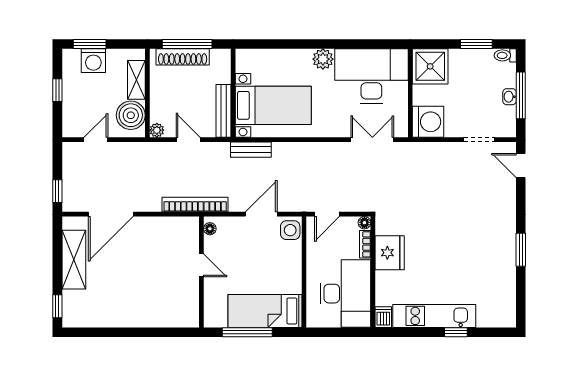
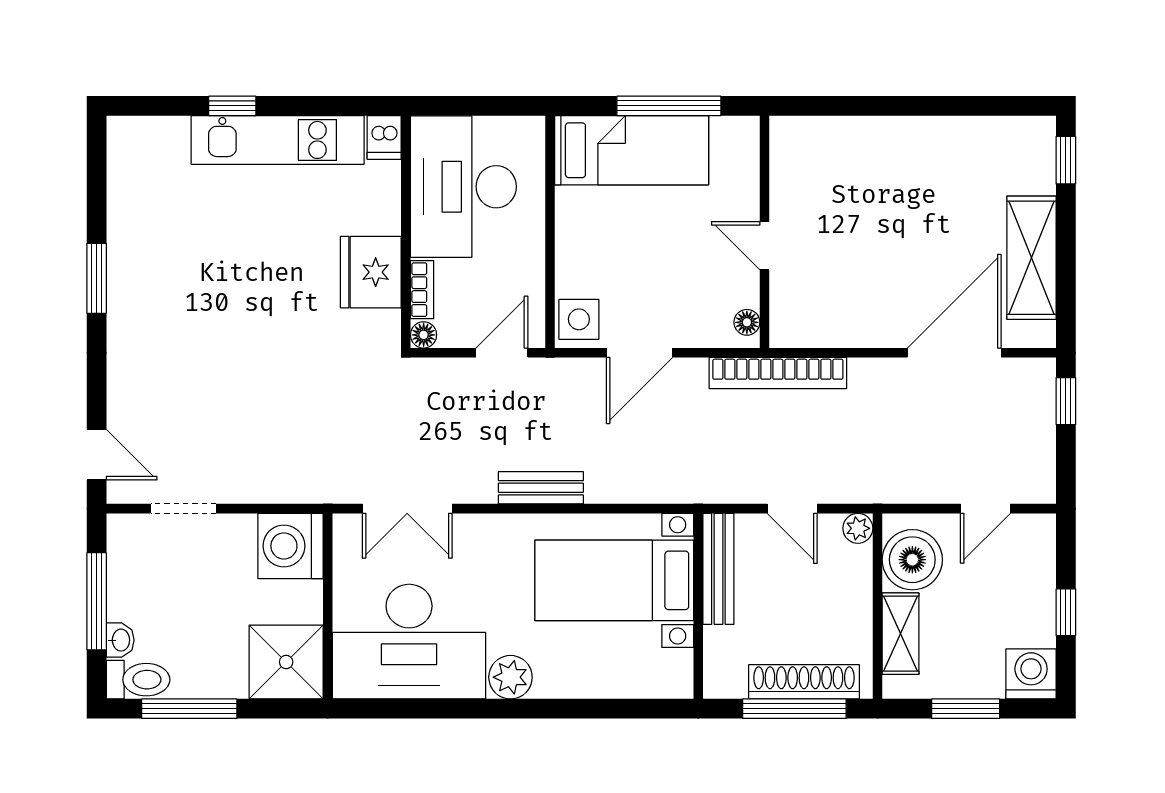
window: (90, 44) -> (966, 709), moved
window: (476, 44) -> (189, 709), width x1.44
toilet: (505, 55) -> (138, 680), width x1.37, depth x1.39
washing machine: (93, 61) -> (1031, 674), moved
washbasin: (510, 97) -> (120, 640), moved
bench: (251, 150) -> (541, 488), moved

